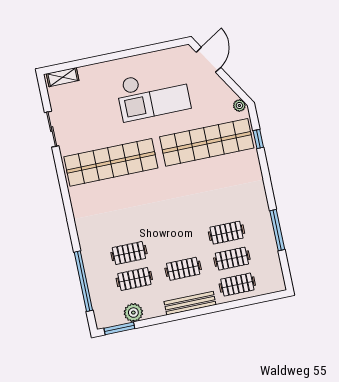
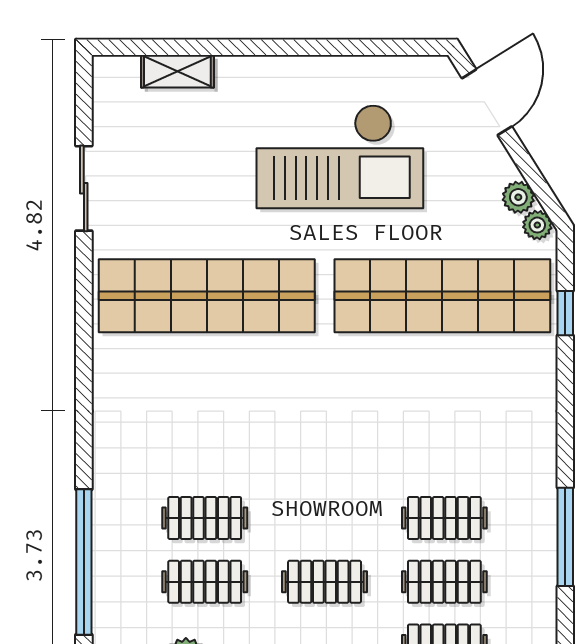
shelving: (63, 77) -> (177, 71), moved
plant: (229, 96) -> (518, 197), added

